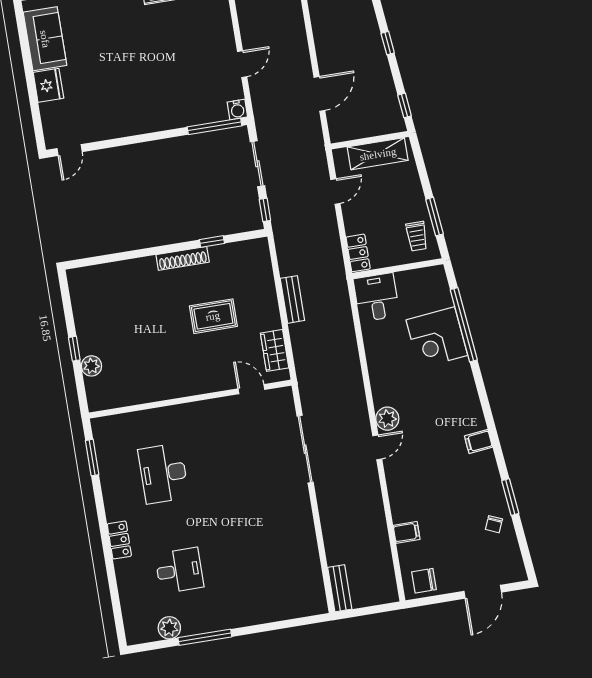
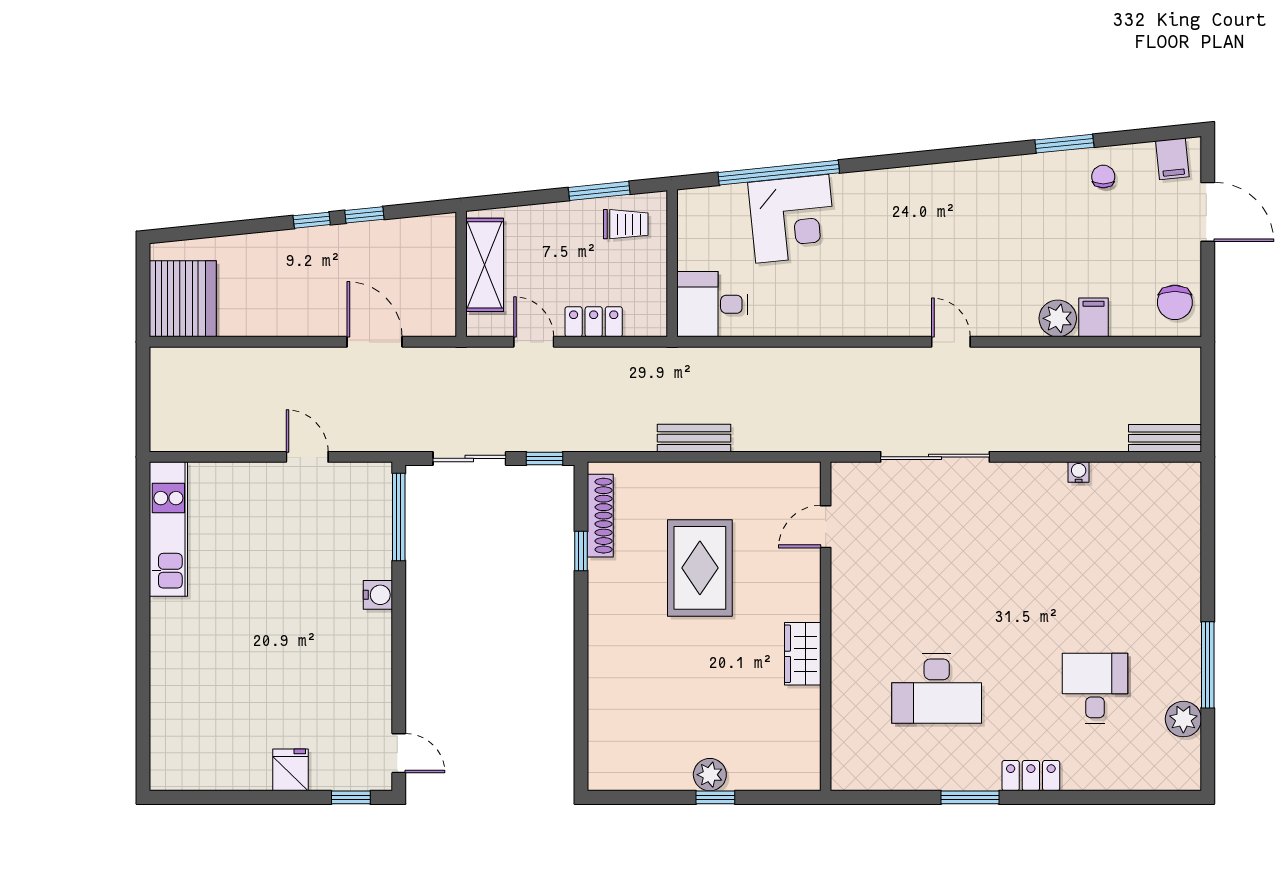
sofa: (45, 39) -> (216, 763), removed
fridge: (48, 85) -> (290, 770), width x0.72
window: (405, 105) -> (364, 215), moved
water cooler: (237, 109) -> (378, 595), moved
window: (38, 125) -> (351, 797), added
locker: (358, 253) -> (594, 322), moved
shoe rack: (183, 258) -> (600, 516), moved
rug: (213, 316) -> (700, 568), width x1.36, depth x1.43
wardrobe: (275, 350) -> (803, 654), moved, turned 90
plant: (91, 366) -> (710, 775), moved
plant: (387, 419) -> (1058, 318), moved
filing cabinet: (478, 442) -> (1172, 159), moved
window: (92, 458) -> (970, 797), moved
chair: (494, 524) -> (1103, 177), turned -113
water cooler: (310, 539) -> (1079, 472), added

